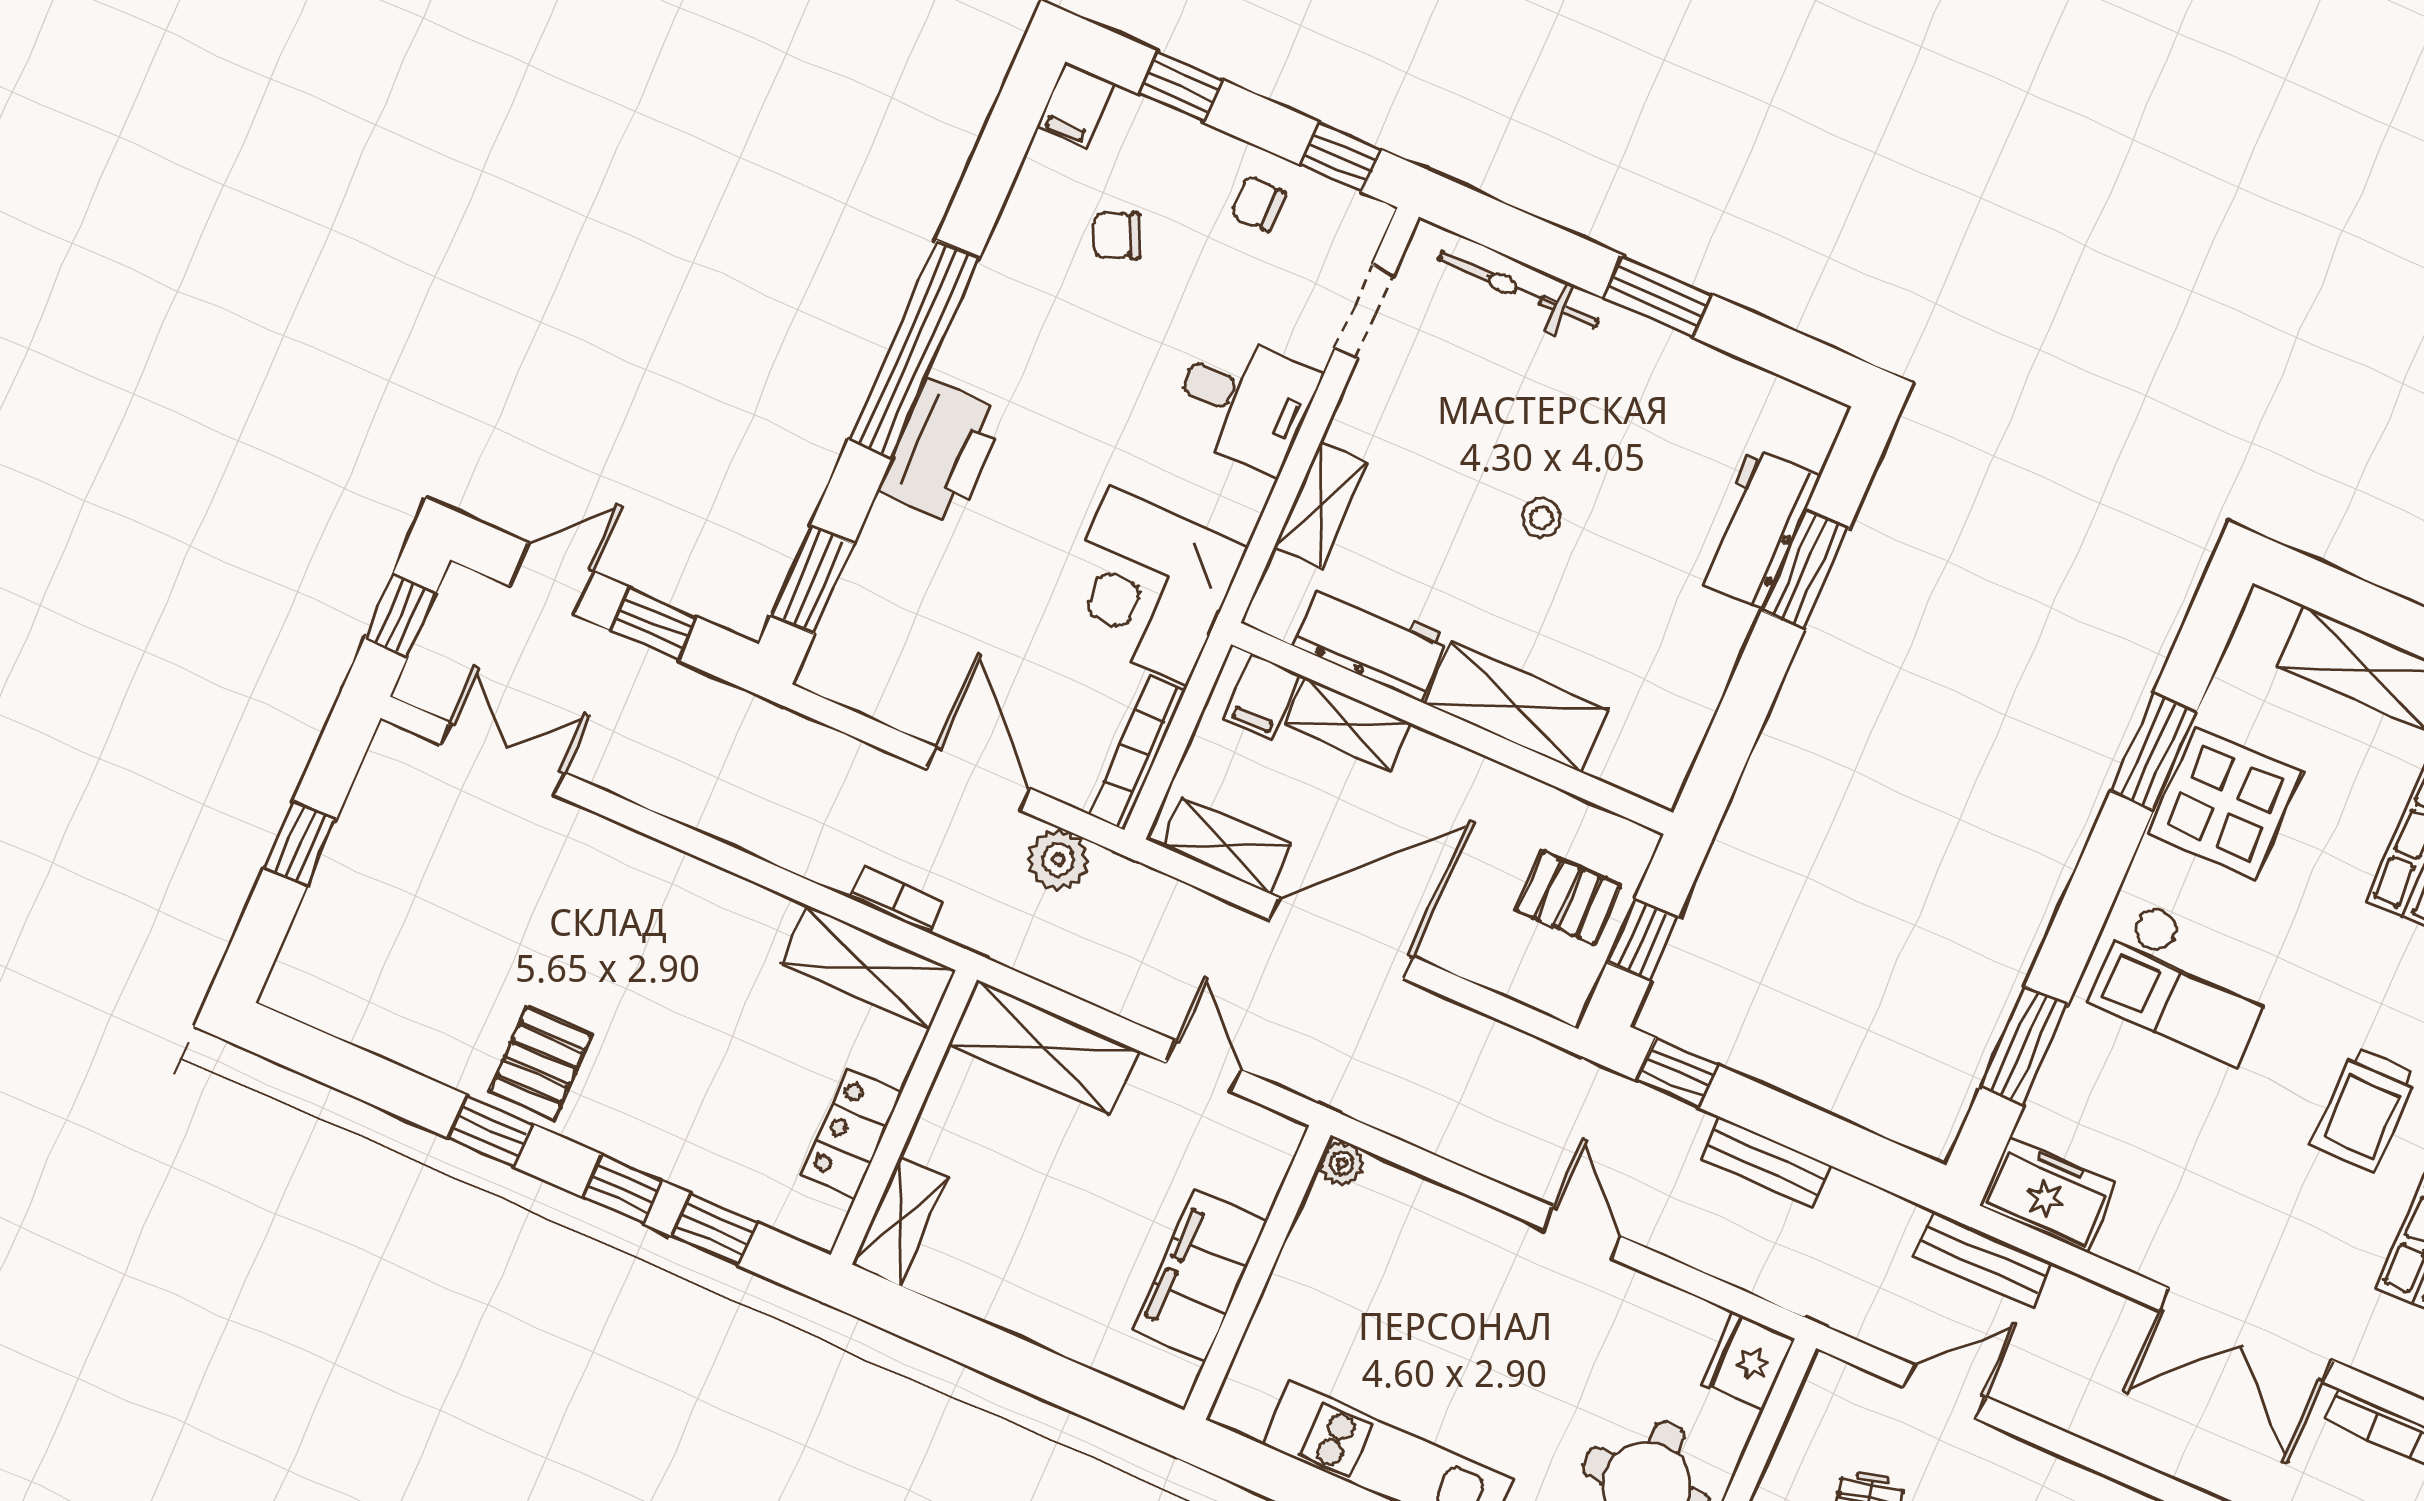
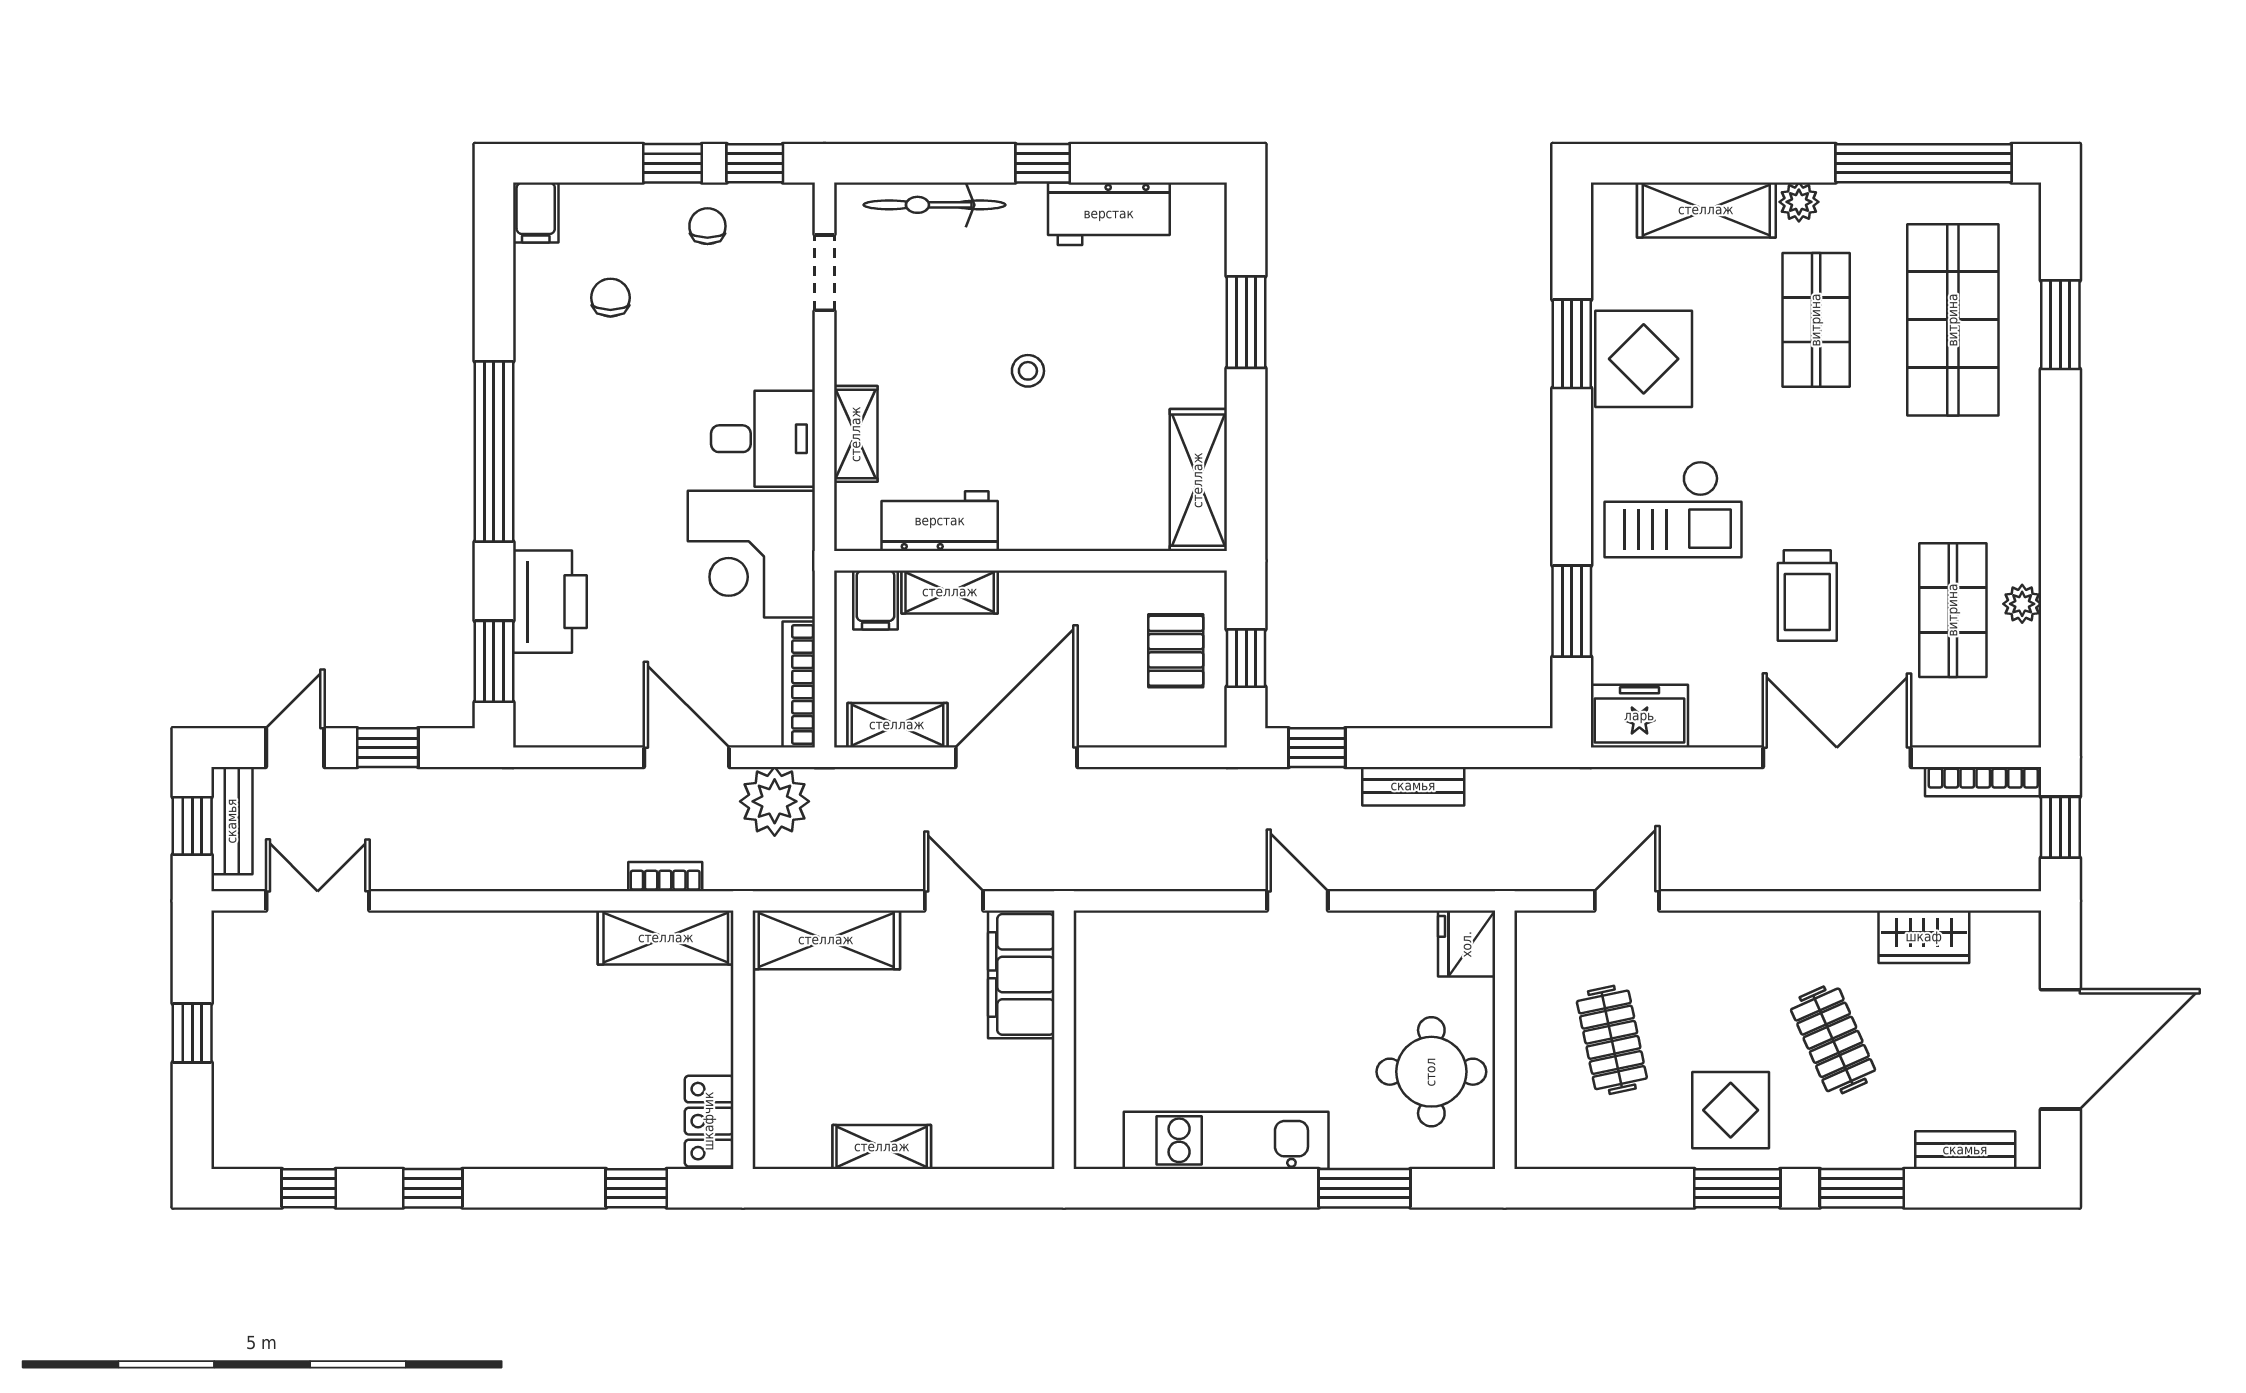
window: (1181, 87) -> (673, 163), moved
chair: (1258, 204) -> (707, 226), turned 90
chair: (1117, 235) -> (610, 298), turned 113
window: (1658, 296) -> (1043, 163), width x0.67
desk: (1245, 401) -> (763, 439), moved
printer: (942, 451) -> (550, 602), moved
workbench: (1757, 528) -> (1109, 214), moved, turned -90
shelving: (1517, 707) -> (1198, 480), moved, turned 90
plant: (1058, 860) -> (775, 801), width x1.36, depth x1.36
pallet: (1569, 898) -> (1176, 651), turned 90
pallet: (540, 1064) -> (449, 1120), removed
trolley: (2365, 1110) -> (1807, 596), moved
locker: (852, 1134) -> (709, 1121), moved
plant: (1342, 1163) -> (1092, 929), removed
window: (622, 1189) -> (309, 1188), moved
shelving: (900, 1221) -> (882, 1147), moved, turned 90
bench: (1982, 1259) -> (232, 821), moved, turned 90
filing cabinet: (1200, 1276) -> (1021, 974), moved
double door: (2246, 1335) -> (1837, 757), swing flipped

